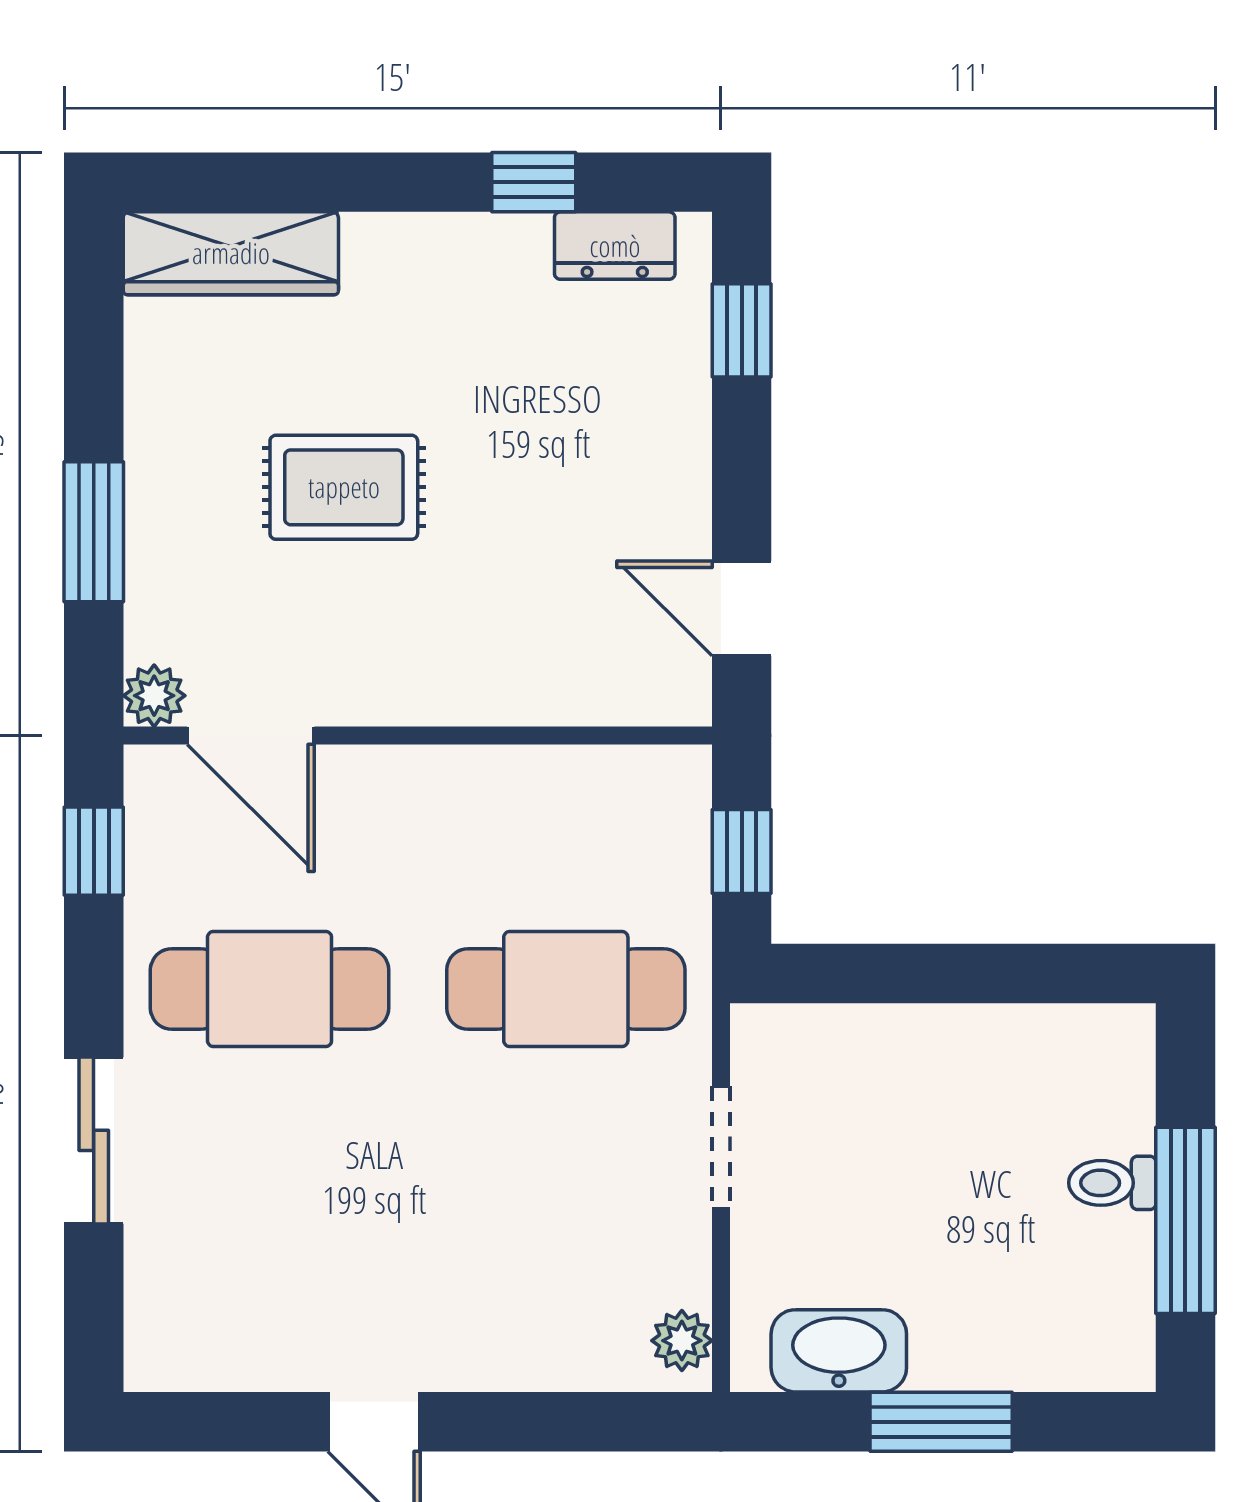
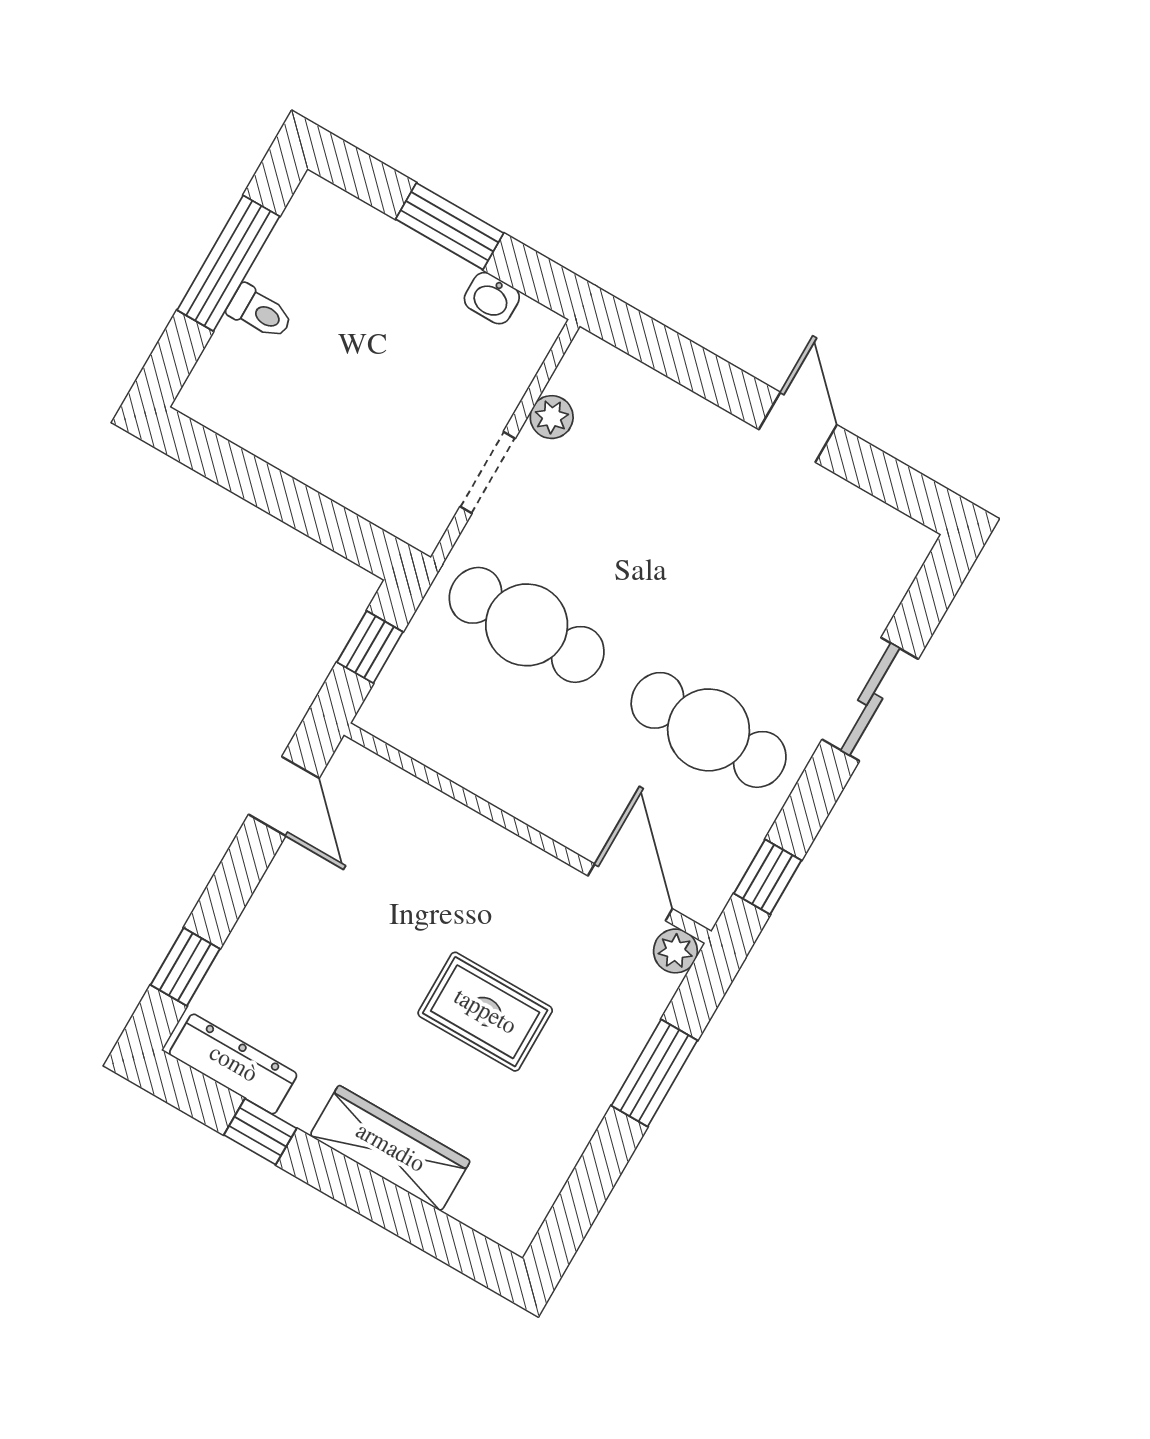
dresser: (615, 246) -> (233, 1064), width x1.44
wardrobe: (231, 253) -> (390, 1148), moved
plant: (682, 1341) -> (552, 417), moved
washbasin: (839, 1351) -> (492, 298), width x0.52, depth x0.69

